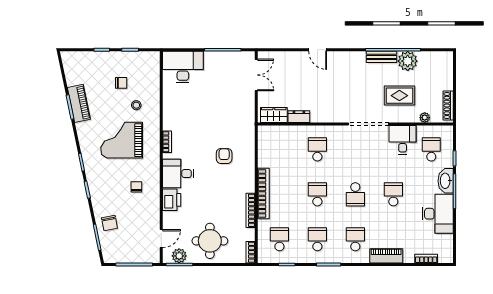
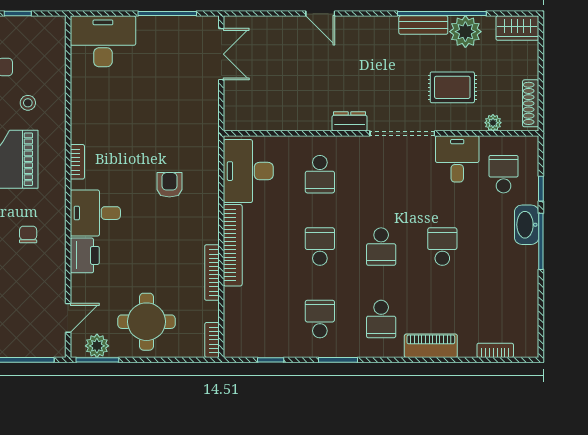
wardrobe: (274, 115) -> (517, 28), moved, turned 180
dresser: (299, 117) -> (350, 121), moved
school desk: (317, 149) -> (320, 174), turned 180
desk: (438, 214) -> (248, 171), moved, turned 180
school desk: (279, 239) -> (259, 319), removed
school desk: (355, 239) -> (381, 319), turned 180

